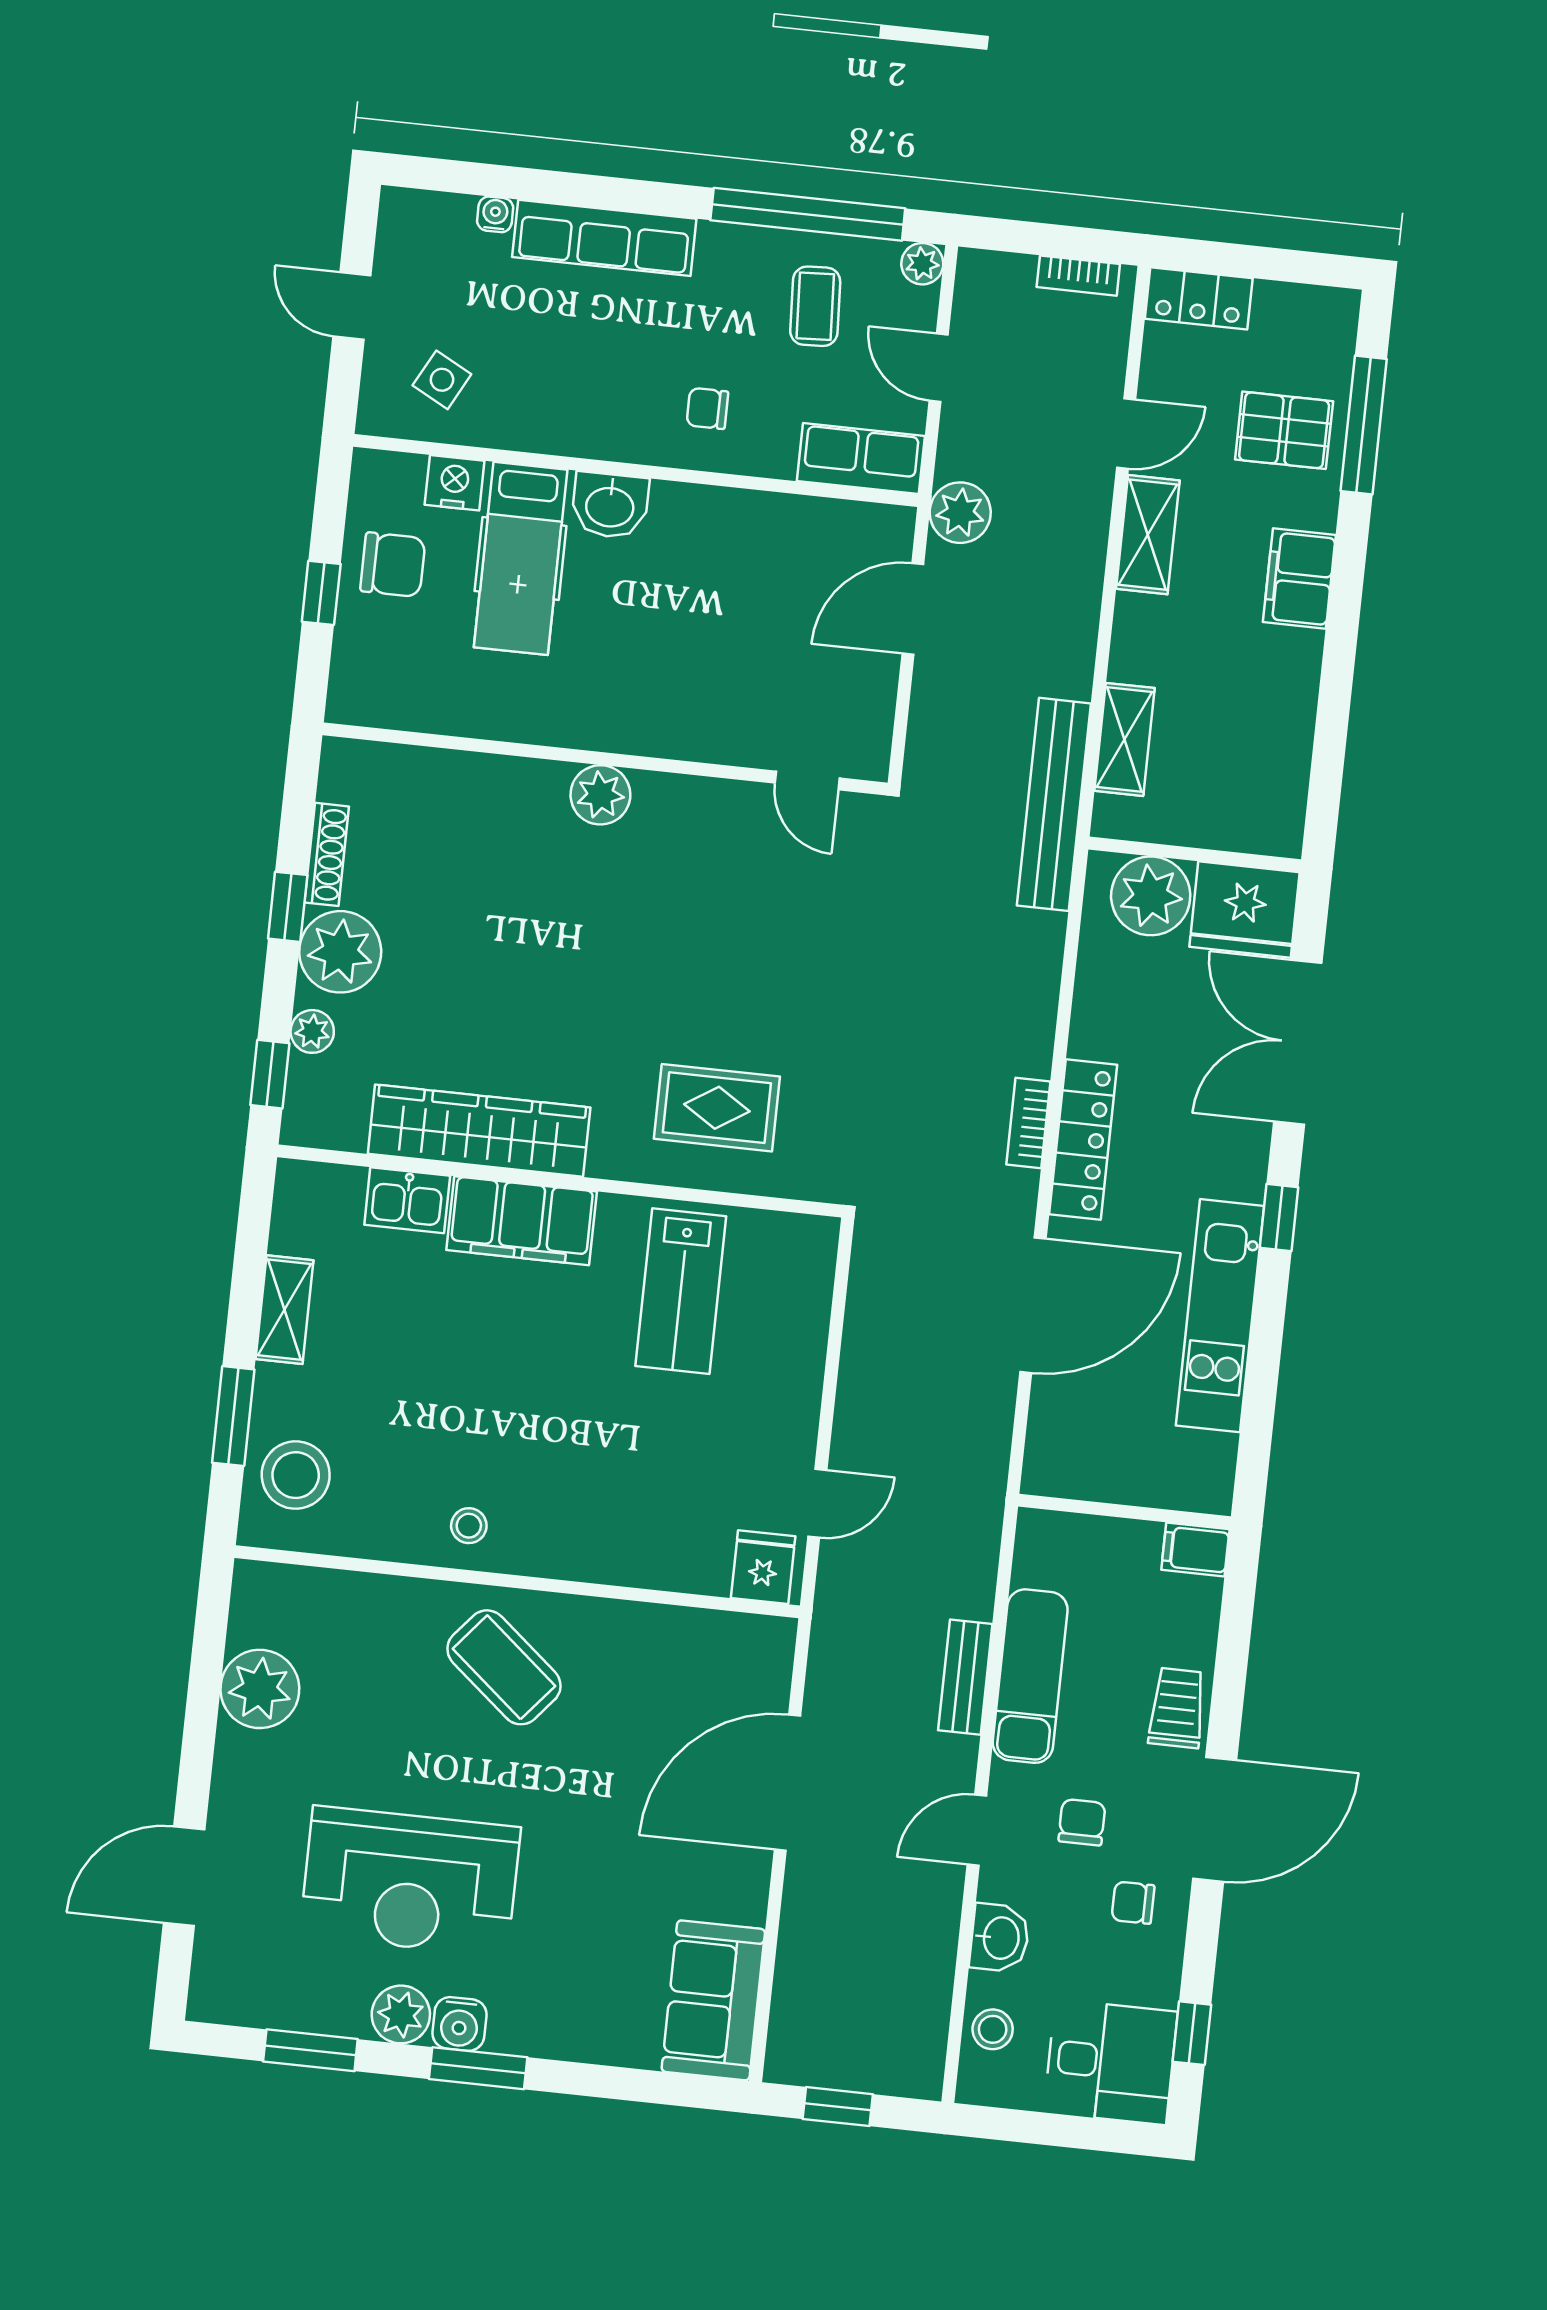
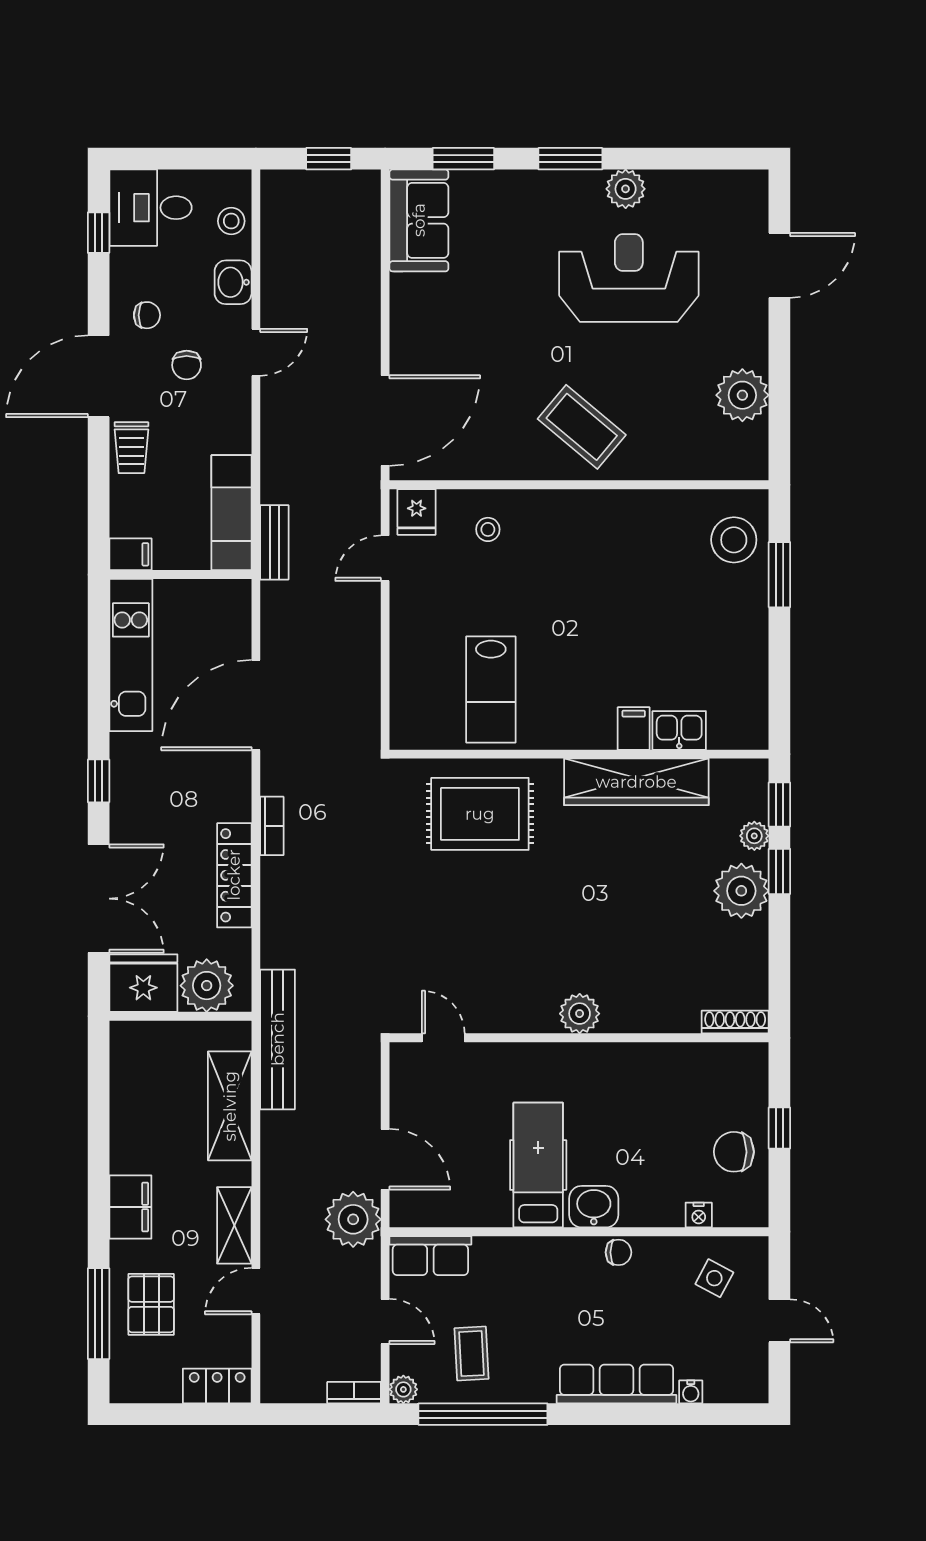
bookcase: (1078, 276) -> (354, 1393), moved
chair: (707, 408) -> (618, 1252), moved
pallet: (1284, 430) -> (151, 1304), turned 90
nightstand: (455, 483) -> (699, 1215), width x0.72, depth x0.74
plant: (960, 513) -> (353, 1219), width x1.36, depth x1.36
hospital bed: (521, 558) -> (538, 1165), moved
door: (913, 609) -> (385, 1159), hinge flipped
shelving: (1125, 739) -> (230, 1106), width x1.50, depth x1.33
shoe rack: (327, 854) -> (735, 1022), moved, turned 90
window: (288, 907) -> (779, 871), moved
rug: (717, 1108) -> (480, 814), width x1.36, depth x1.43
locker: (1083, 1139) -> (234, 875), moved
filing cabinet: (522, 1221) -> (634, 728), width x0.33, depth x0.86
lab bench: (681, 1291) -> (491, 689), turned 180
shelving: (285, 1310) -> (753, 649), removed
kitchen unit: (1220, 1316) -> (131, 655), moved
stool: (469, 1526) -> (488, 529), moved
exam couch: (1030, 1676) -> (231, 513), moved
bench: (965, 1677) -> (274, 542), moved
door: (787, 1783) -> (385, 420), moved
water cooler: (459, 2024) -> (586, 187), removed
window: (310, 2050) -> (463, 159), moved

